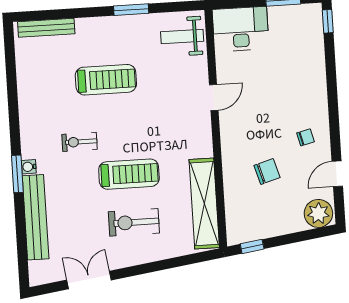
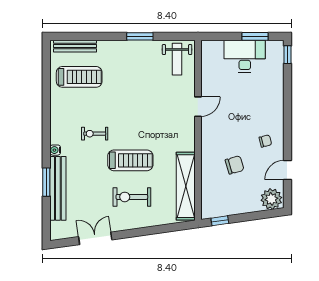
desk: (241, 29) -> (245, 56), moved
weight bench: (182, 37) -> (177, 59), turned -90
treadmill: (106, 80) -> (79, 77), moved
window: (17, 174) -> (46, 182), moved

